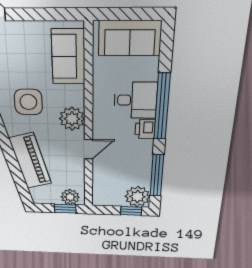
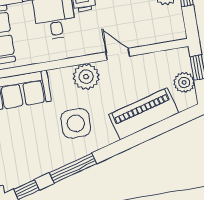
plant: (70, 197) -> (184, 82), moved

